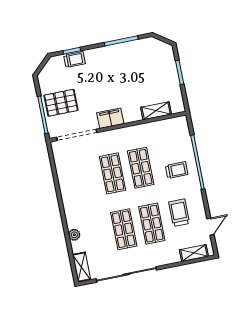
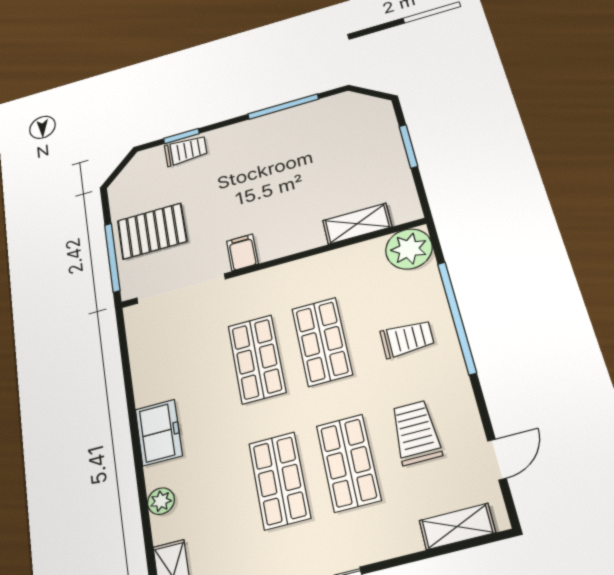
filing cabinet: (110, 118) -> (242, 252), width x0.50
plant: (178, 126) -> (409, 249), added
freezer: (71, 204) -> (159, 432), added

